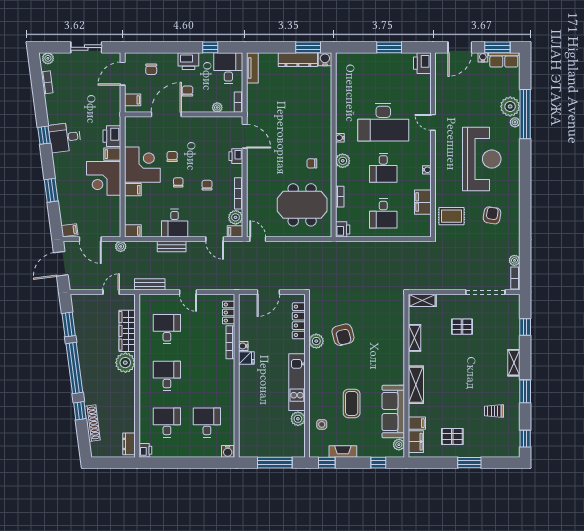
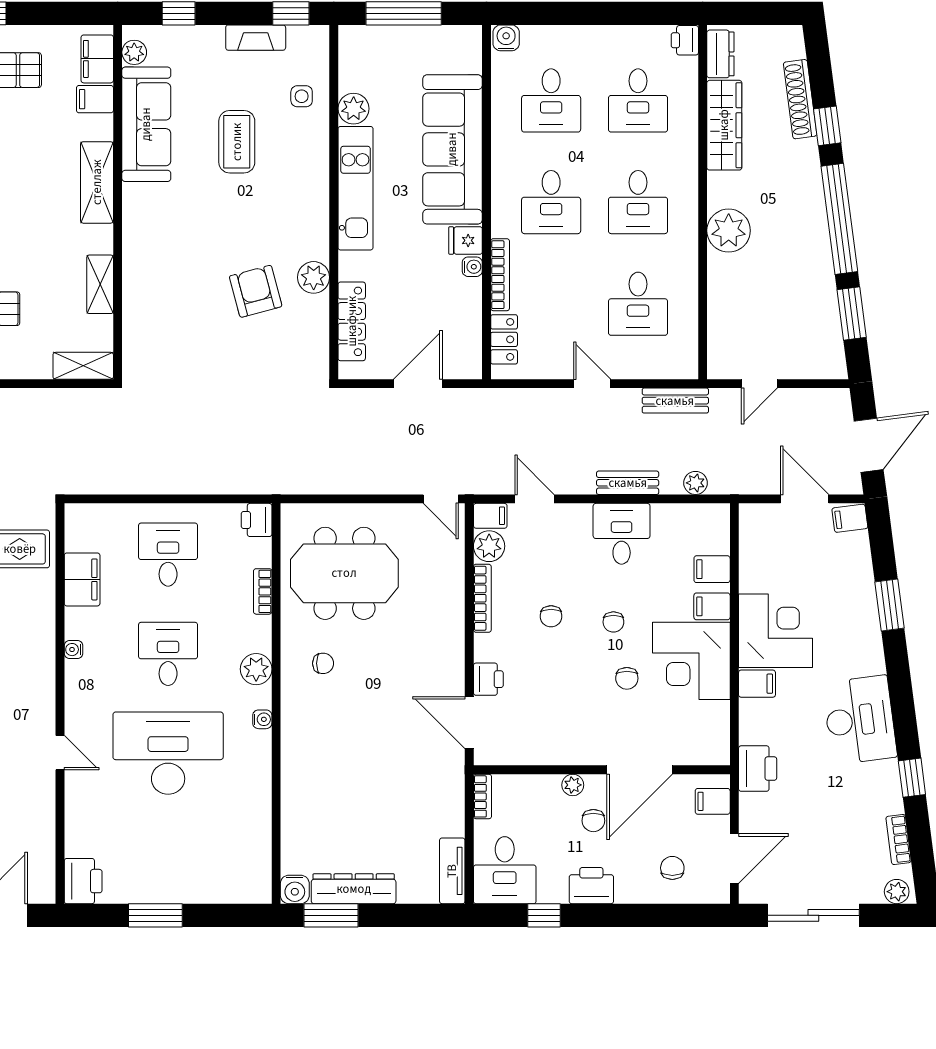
sliding door: (86, 47) -> (813, 915), width x1.37
plant: (217, 107) -> (573, 785), moved
window: (44, 135) -> (912, 778), moved
printer: (112, 136) -> (758, 769), moved
desk: (65, 137) -> (860, 720), width x1.37
filing cabinet: (133, 231) -> (712, 569), moved
plant: (121, 246) -> (696, 483), moved
wardrobe: (127, 331) -> (724, 125), moved
desk: (207, 376) -> (551, 202), added
sofa: (252, 400) -> (452, 149), added

